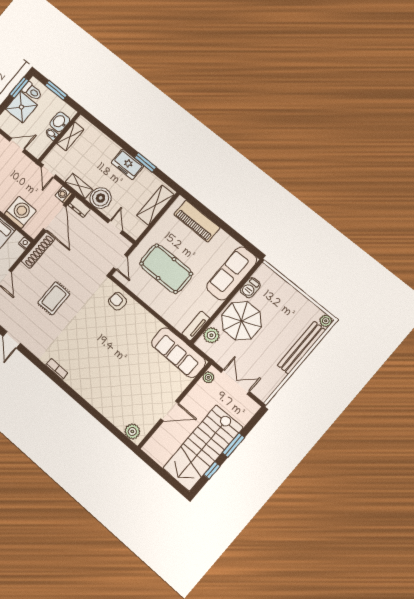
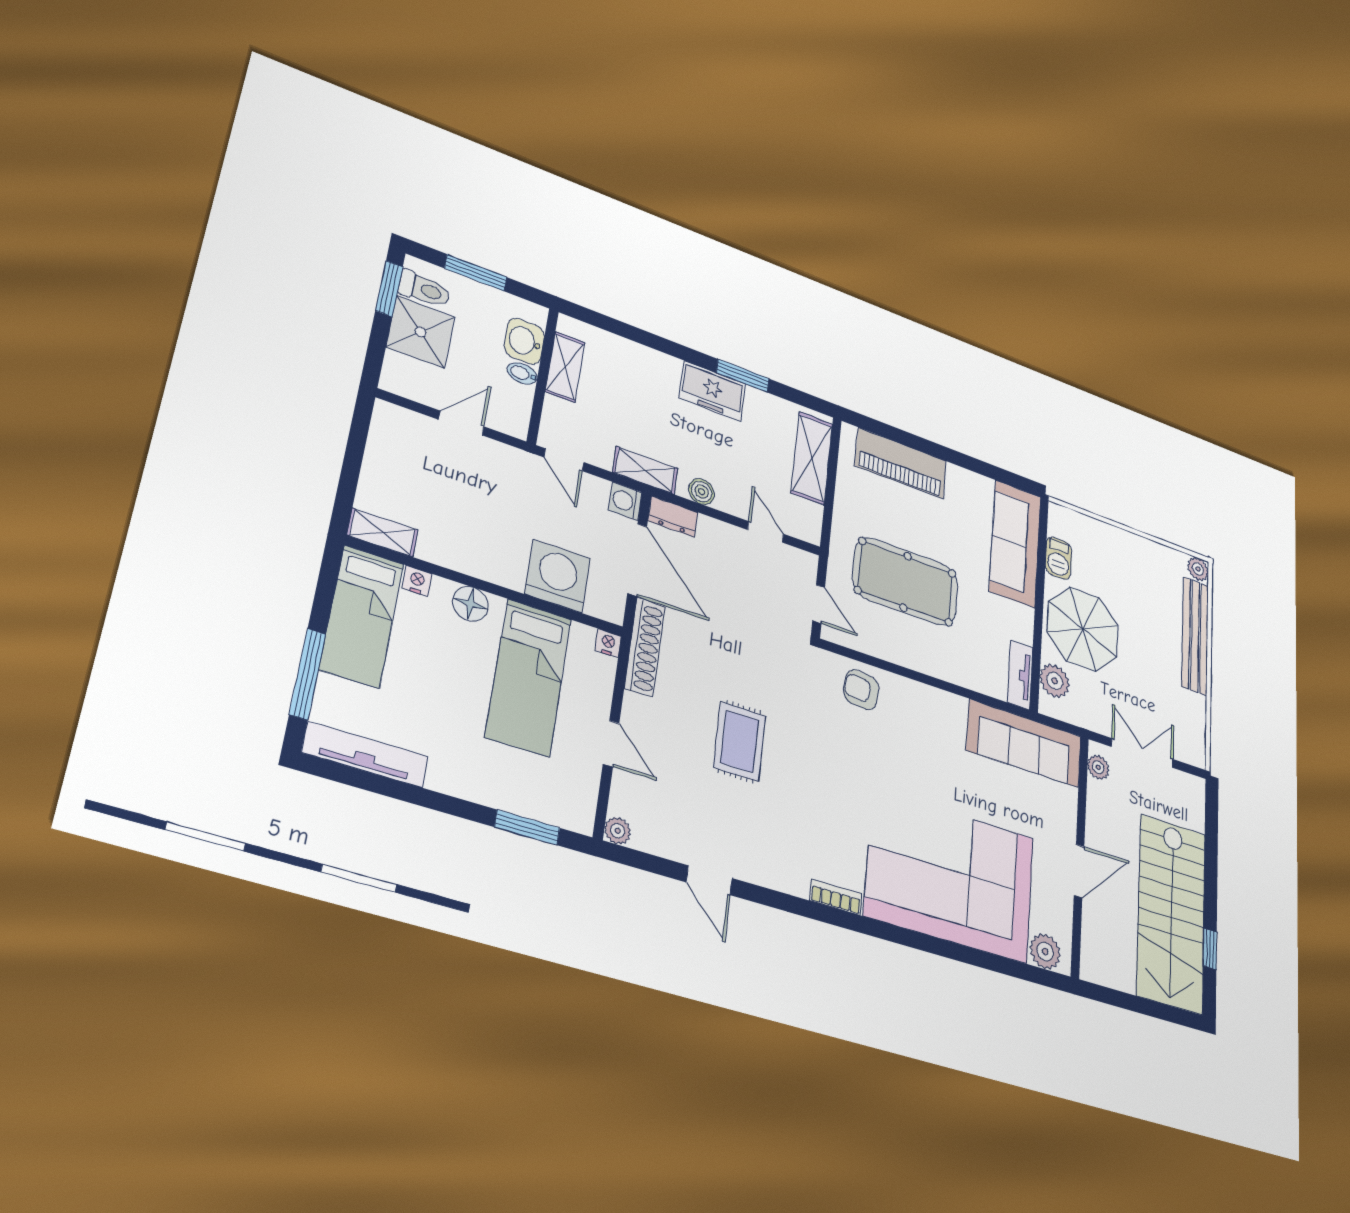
boiler: (101, 198) -> (702, 492), width x0.54, depth x0.54
corner sofa: (109, 385) -> (950, 876), added
window: (233, 445) -> (1211, 878), removed

